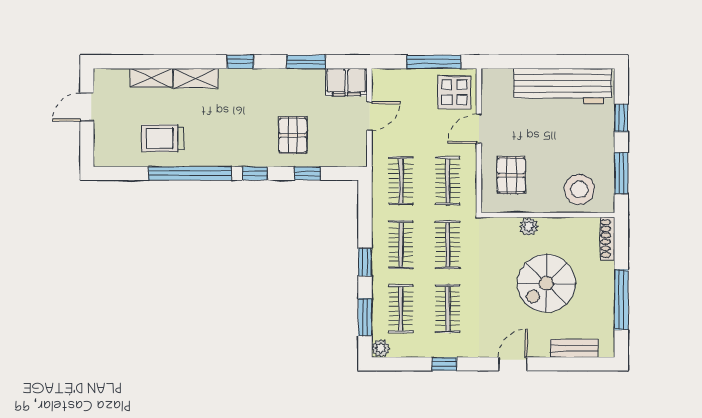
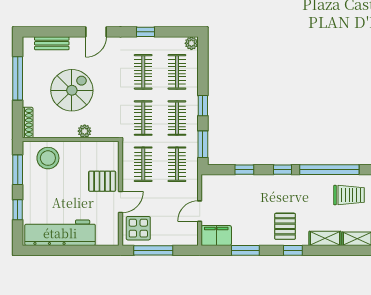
pallet: (293, 135) -> (285, 226), moved
pallet: (511, 175) -> (102, 181), moved, turned 90
window: (365, 317) -> (203, 144), moved

